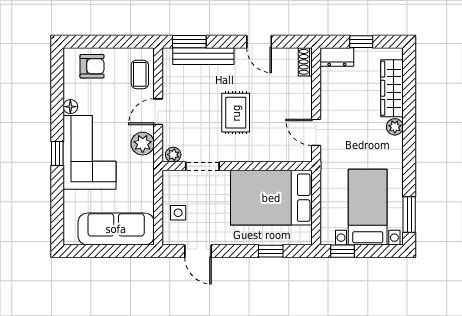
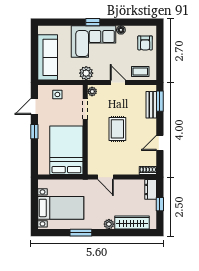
bench: (203, 56) -> (151, 105), width x0.73
rug: (236, 113) -> (117, 129), turned 90
door: (316, 132) -> (106, 177), swing flipped
plant: (143, 144) -> (86, 73), moved
window: (409, 214) -> (81, 233), moved
window: (271, 251) -> (34, 132), moved
window: (343, 251) -> (34, 193), removed

